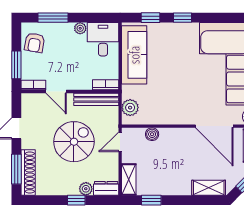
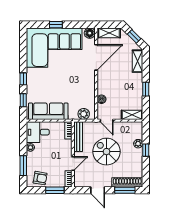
dresser: (106, 188) -> (138, 130), removed
window: (151, 200) -> (146, 89), moved

